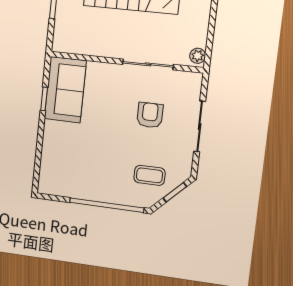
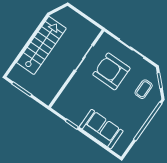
plant: (198, 56) -> (94, 30), removed
sofa: (65, 90) -> (101, 129), moved
armchair: (150, 115) -> (111, 71), width x1.88, depth x1.88

